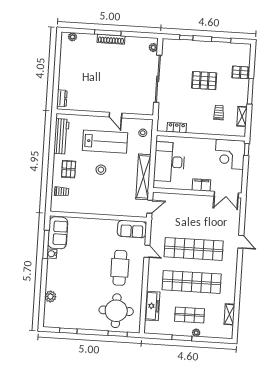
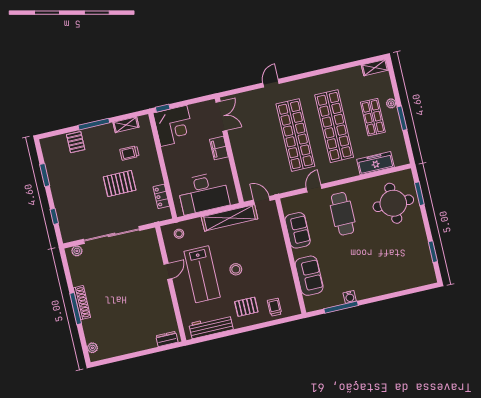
pallet: (204, 81) -> (120, 183), moved, turned 90
lab bench: (105, 142) -> (202, 274), turned 180
sofa: (132, 229) -> (298, 230), moved
sofa: (58, 233) -> (309, 276), moved, turned 90
cafe table: (120, 268) -> (343, 214), turned 90
plant: (50, 297) -> (400, 284), removed
shelving: (229, 314) -> (375, 68), moved

